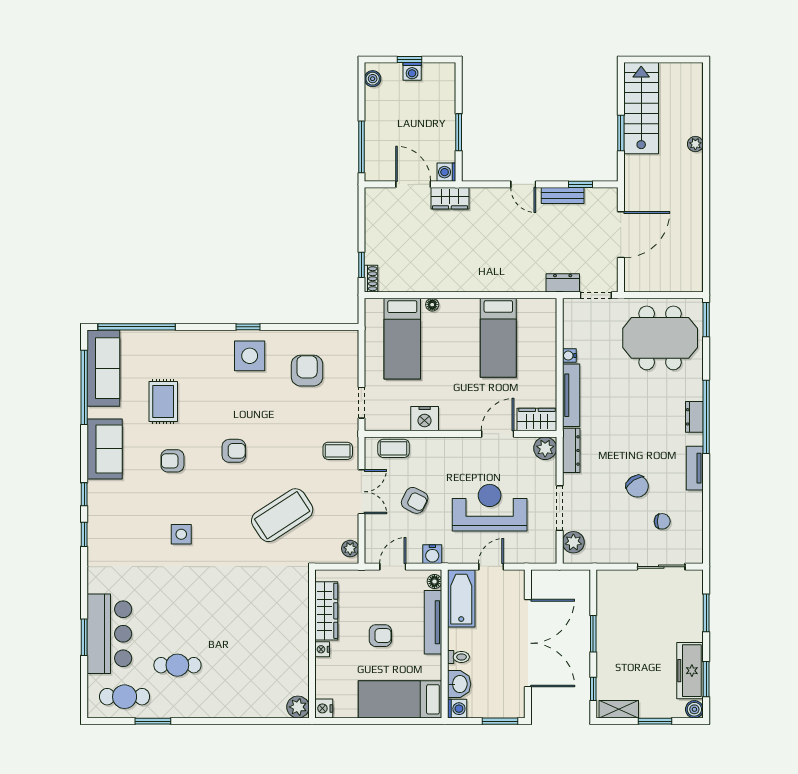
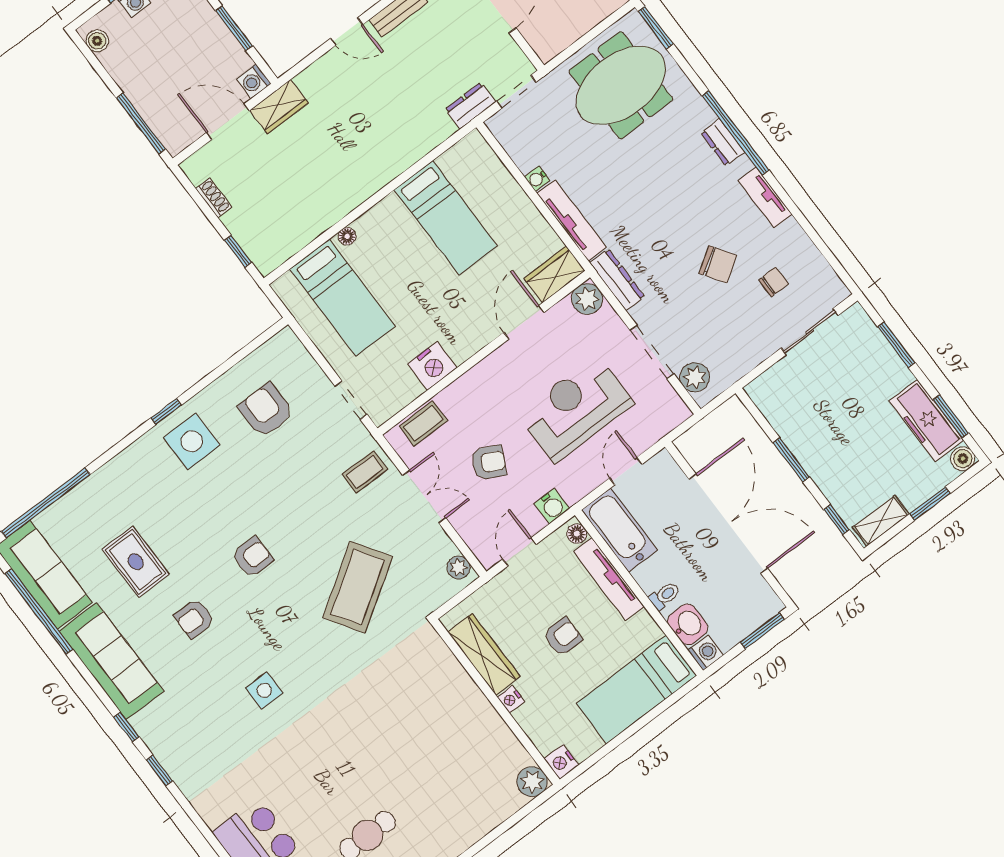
shoe rack: (371, 279) -> (214, 198), moved
sofa: (105, 449) -> (111, 661), width x1.36

